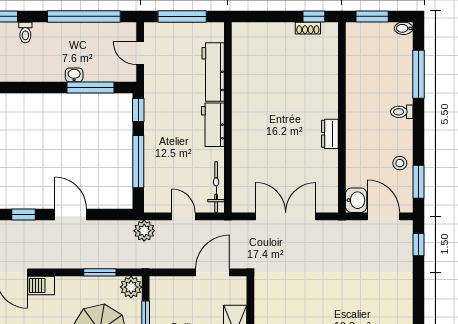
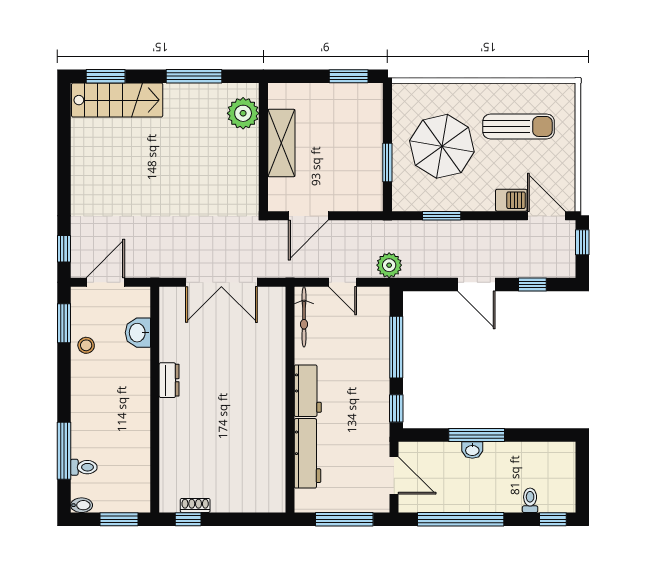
door: (140, 53) -> (394, 476), width x1.38
window: (91, 87) -> (477, 435), moved
toilet: (402, 112) -> (84, 467), moved
washbasin: (356, 200) -> (138, 333), moved
door: (384, 216) -> (105, 282), swing flipped
plant: (131, 287) -> (405, 198), removed

